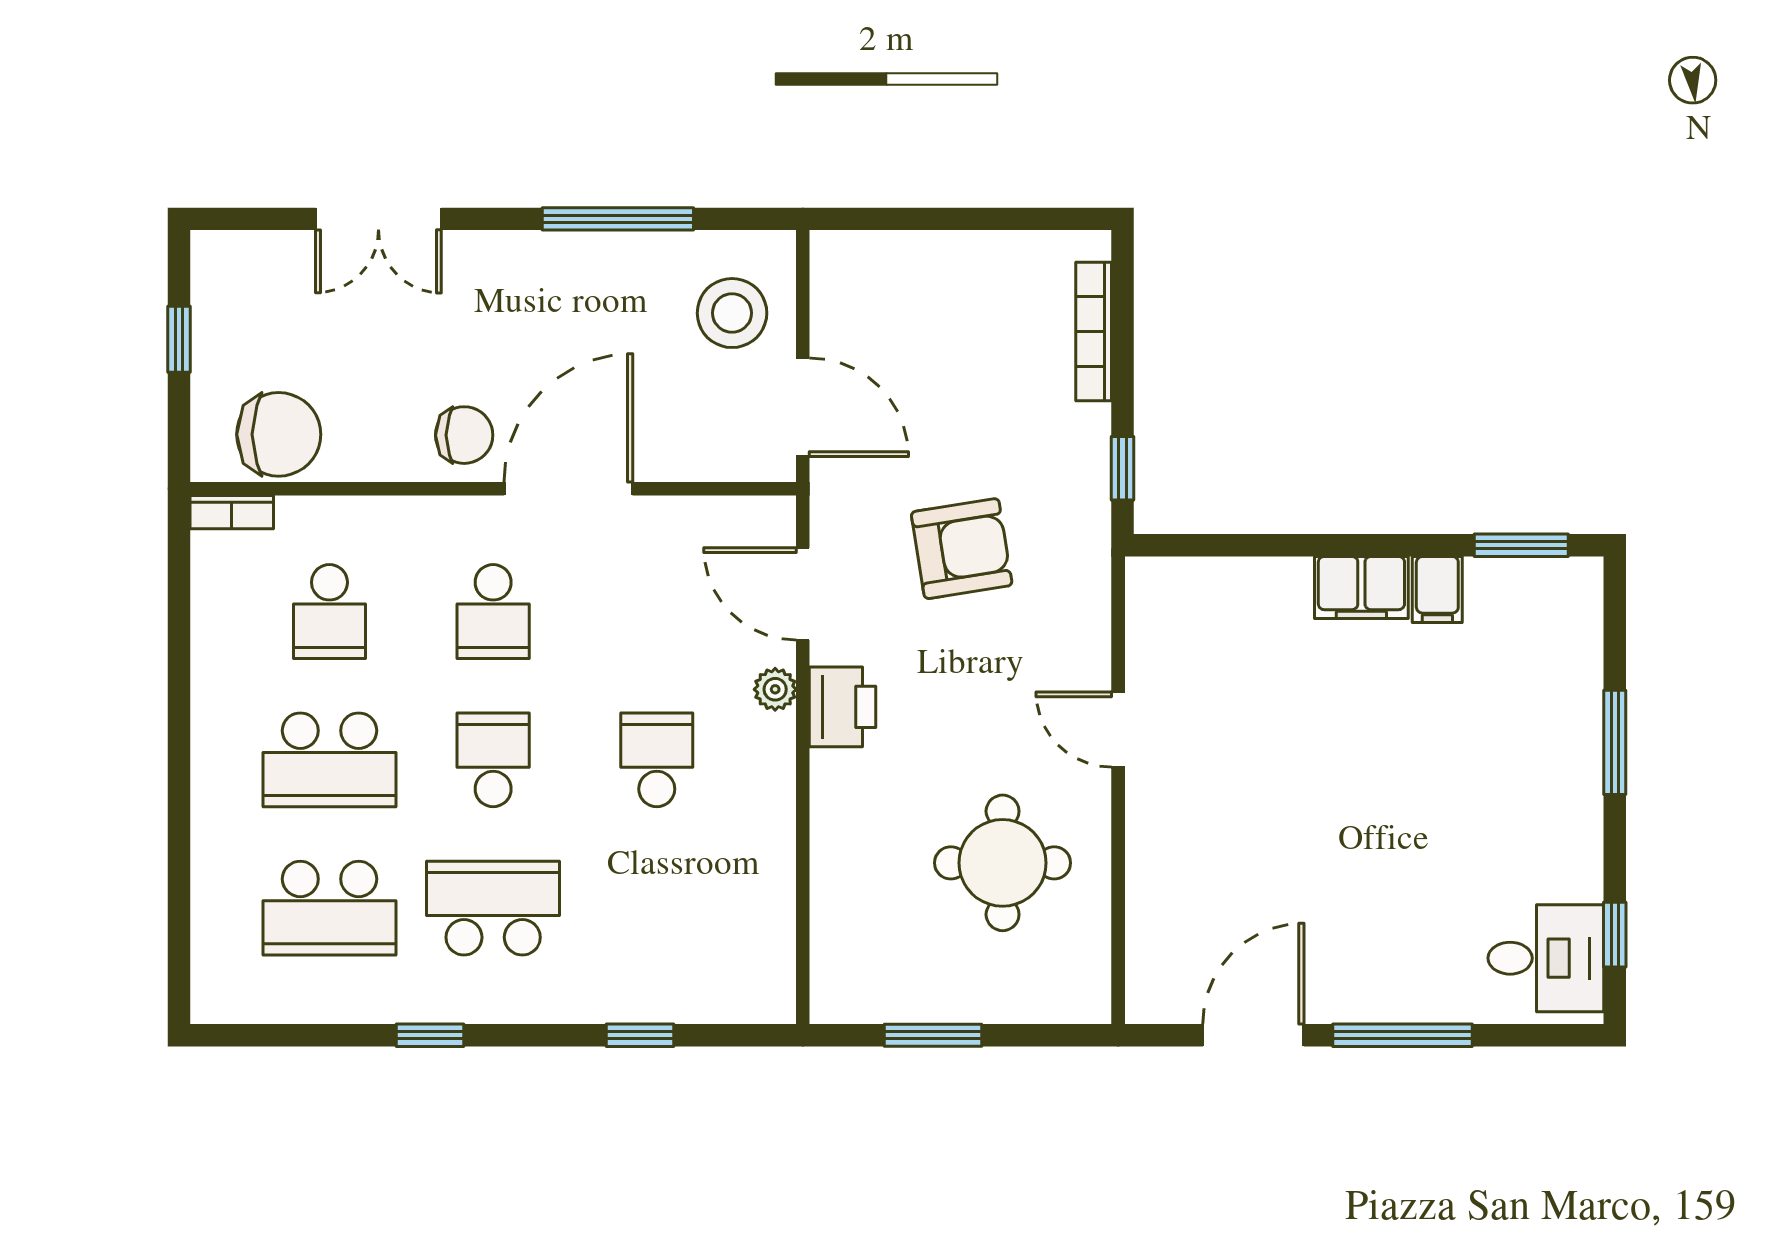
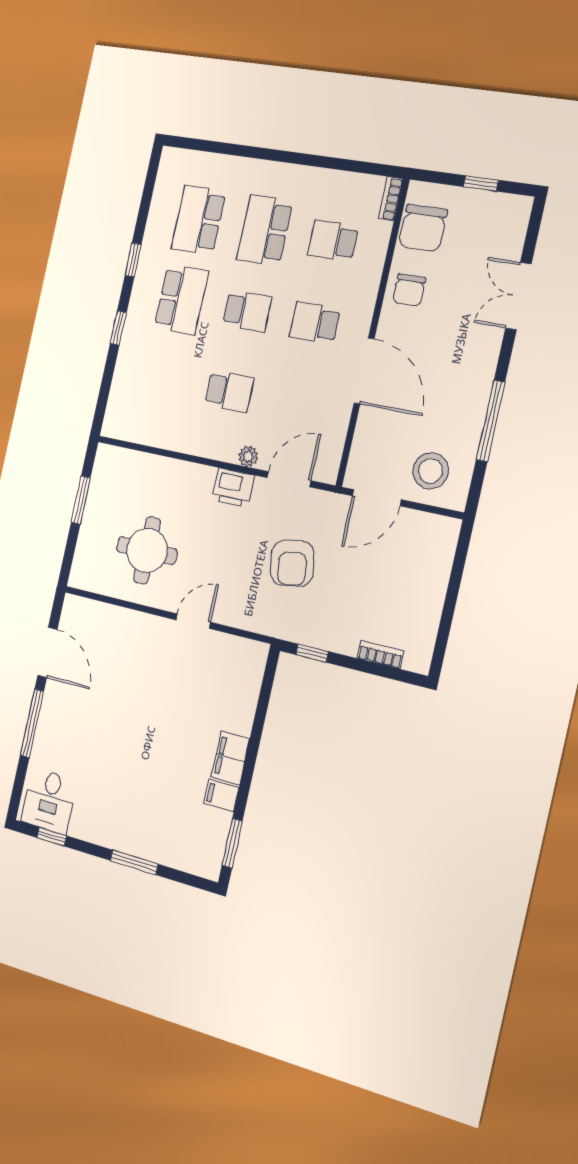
bookcase: (1094, 331) -> (380, 655), width x0.64
chair: (464, 435) -> (409, 290), moved
window: (640, 1035) -> (118, 328), moved

